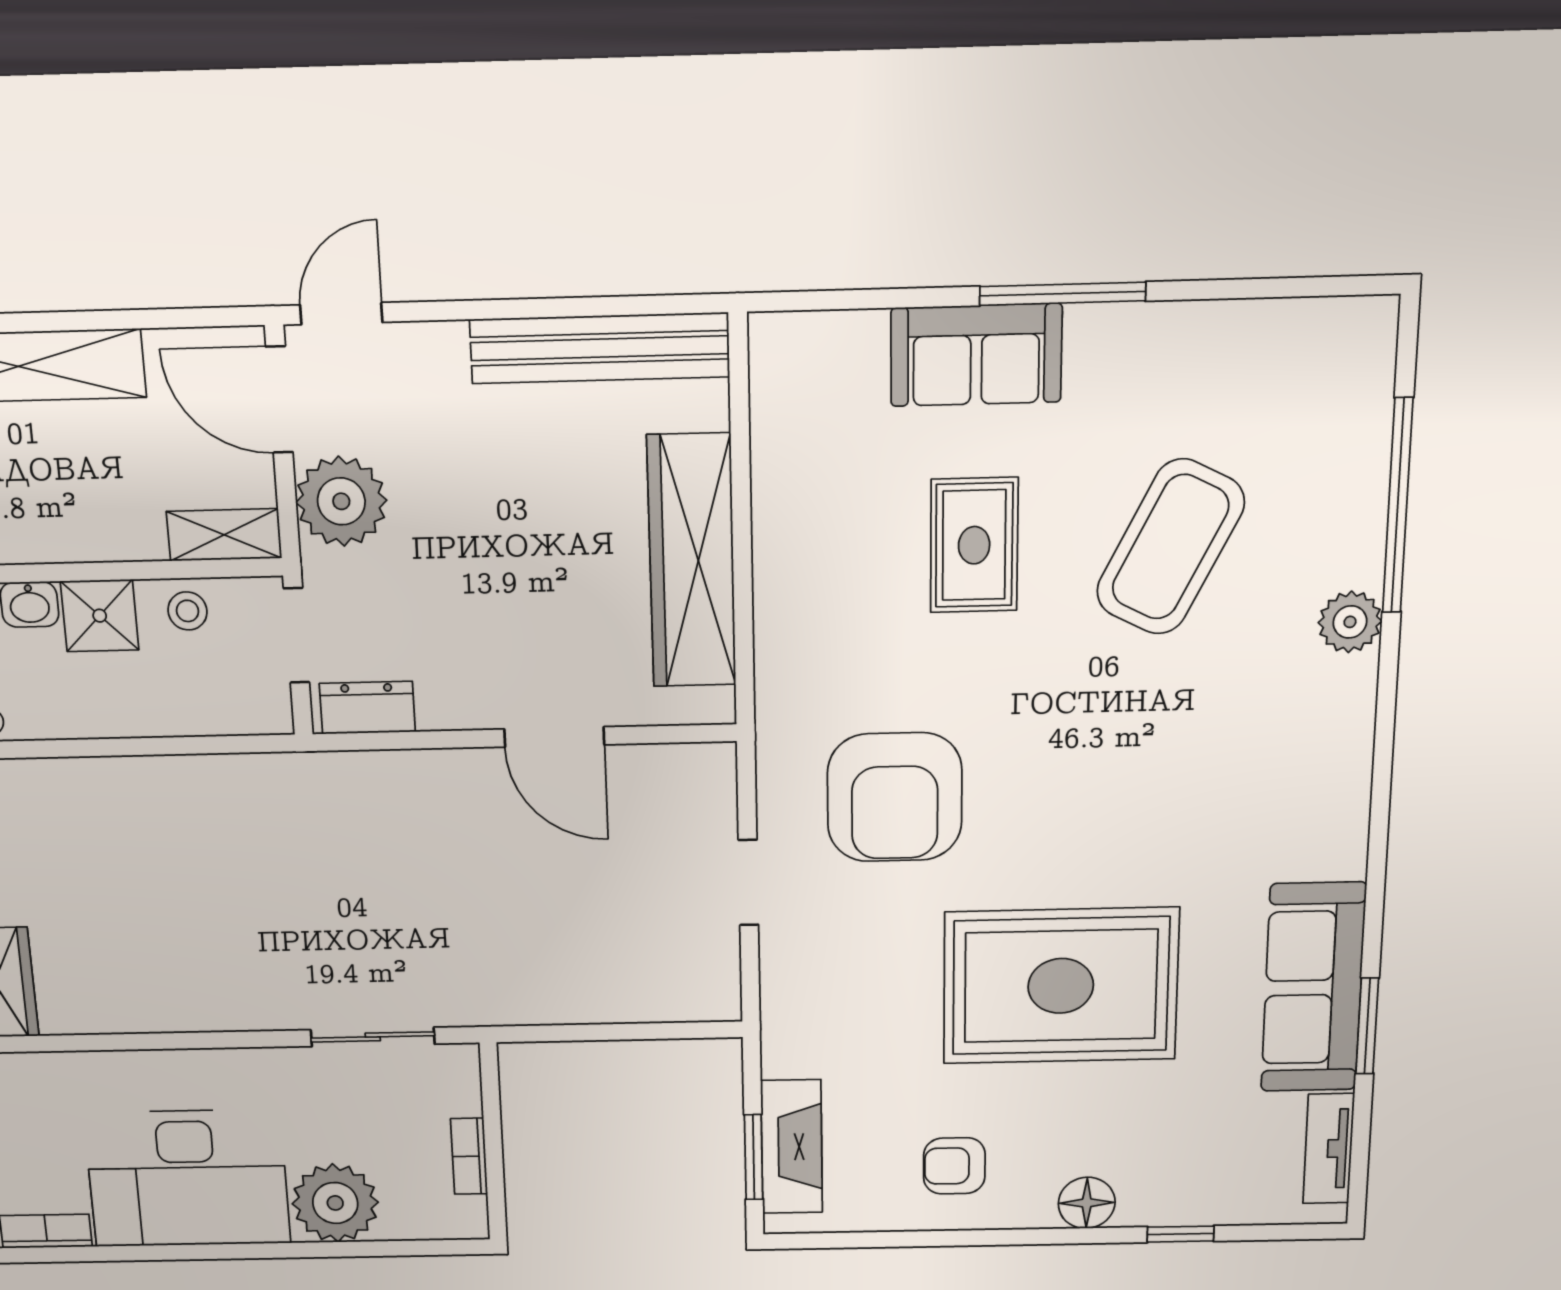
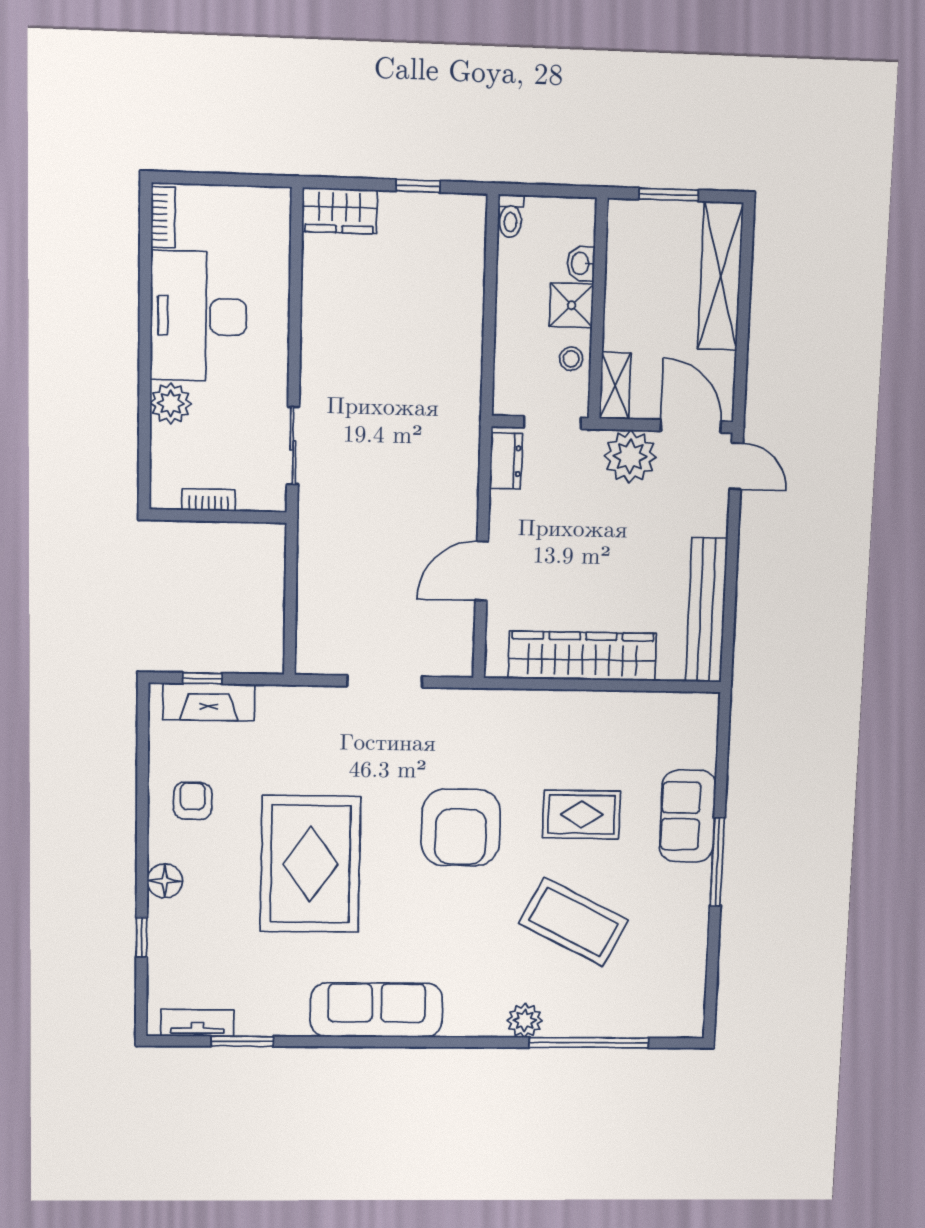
door: (279, 400) -> (691, 426), hinge flipped
armchair: (895, 797) -> (461, 827), moved, turned -90
doorway: (748, 883) -> (385, 681), width x1.38
sofa: (1313, 988) -> (376, 1010), moved
window: (1367, 1026) -> (242, 1041), moved
window: (754, 1157) -> (202, 678), width x0.67
plant: (335, 1203) -> (171, 403), width x0.73, depth x0.73

